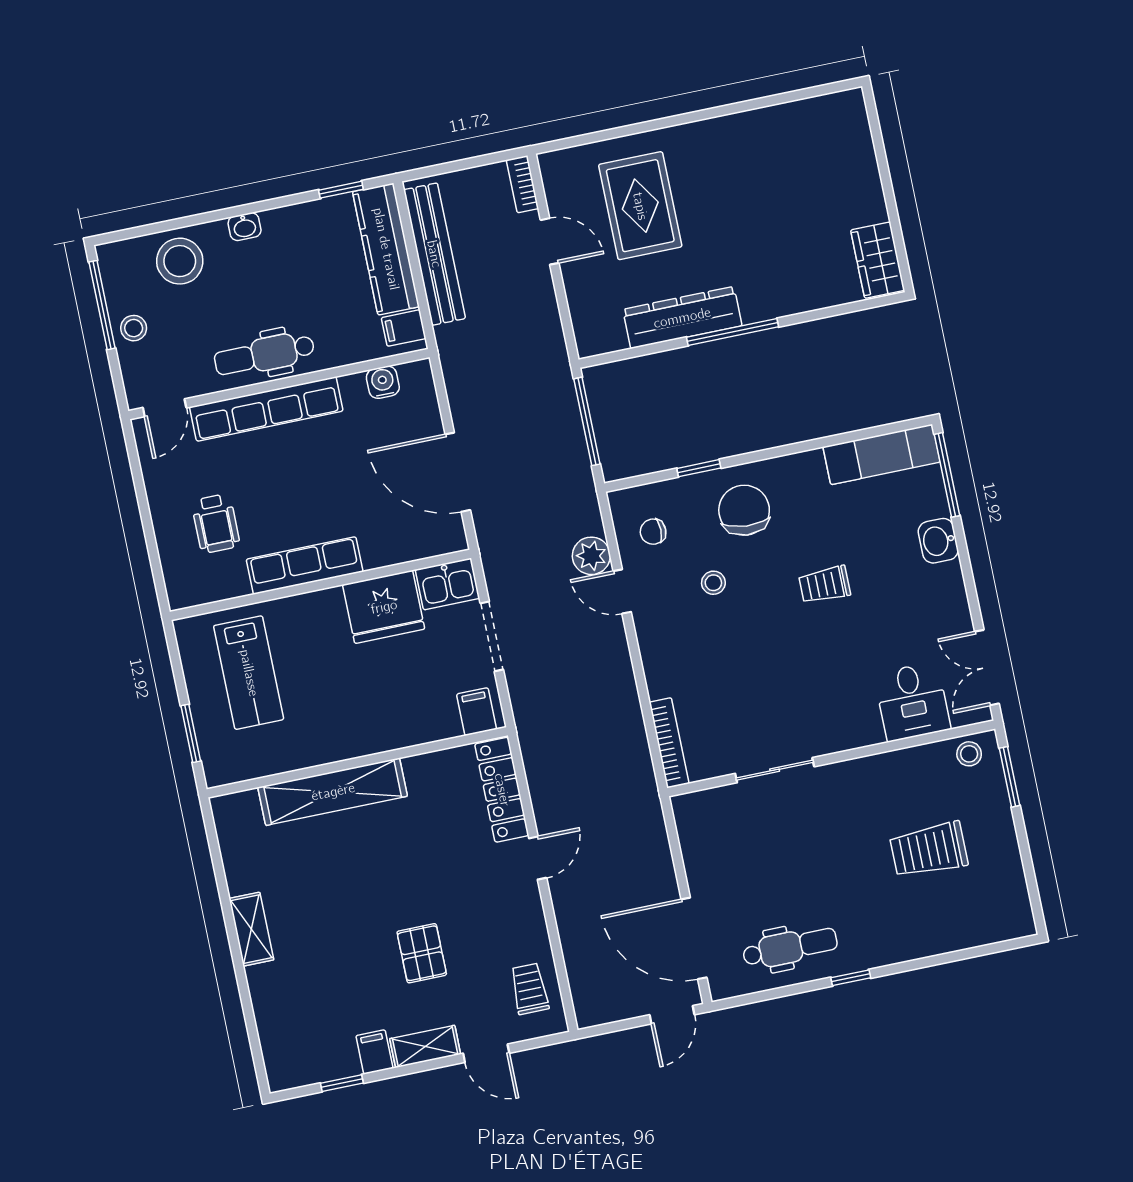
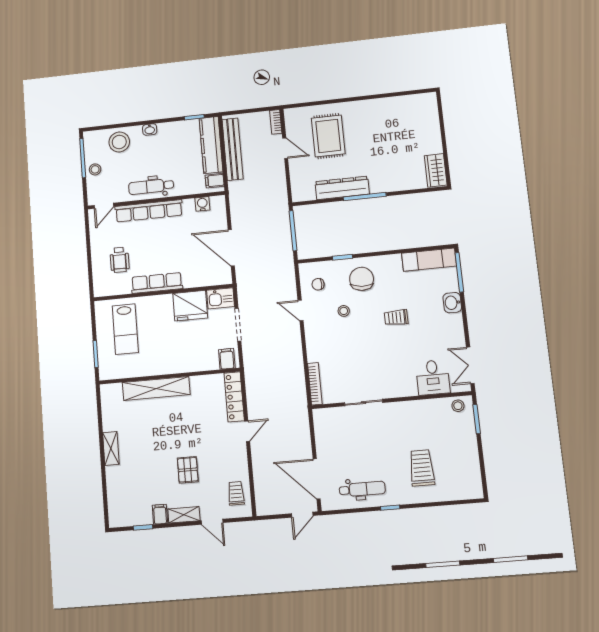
plant: (591, 556) -> (288, 292), removed
trolley: (929, 850) -> (422, 468), moved, turned 90

